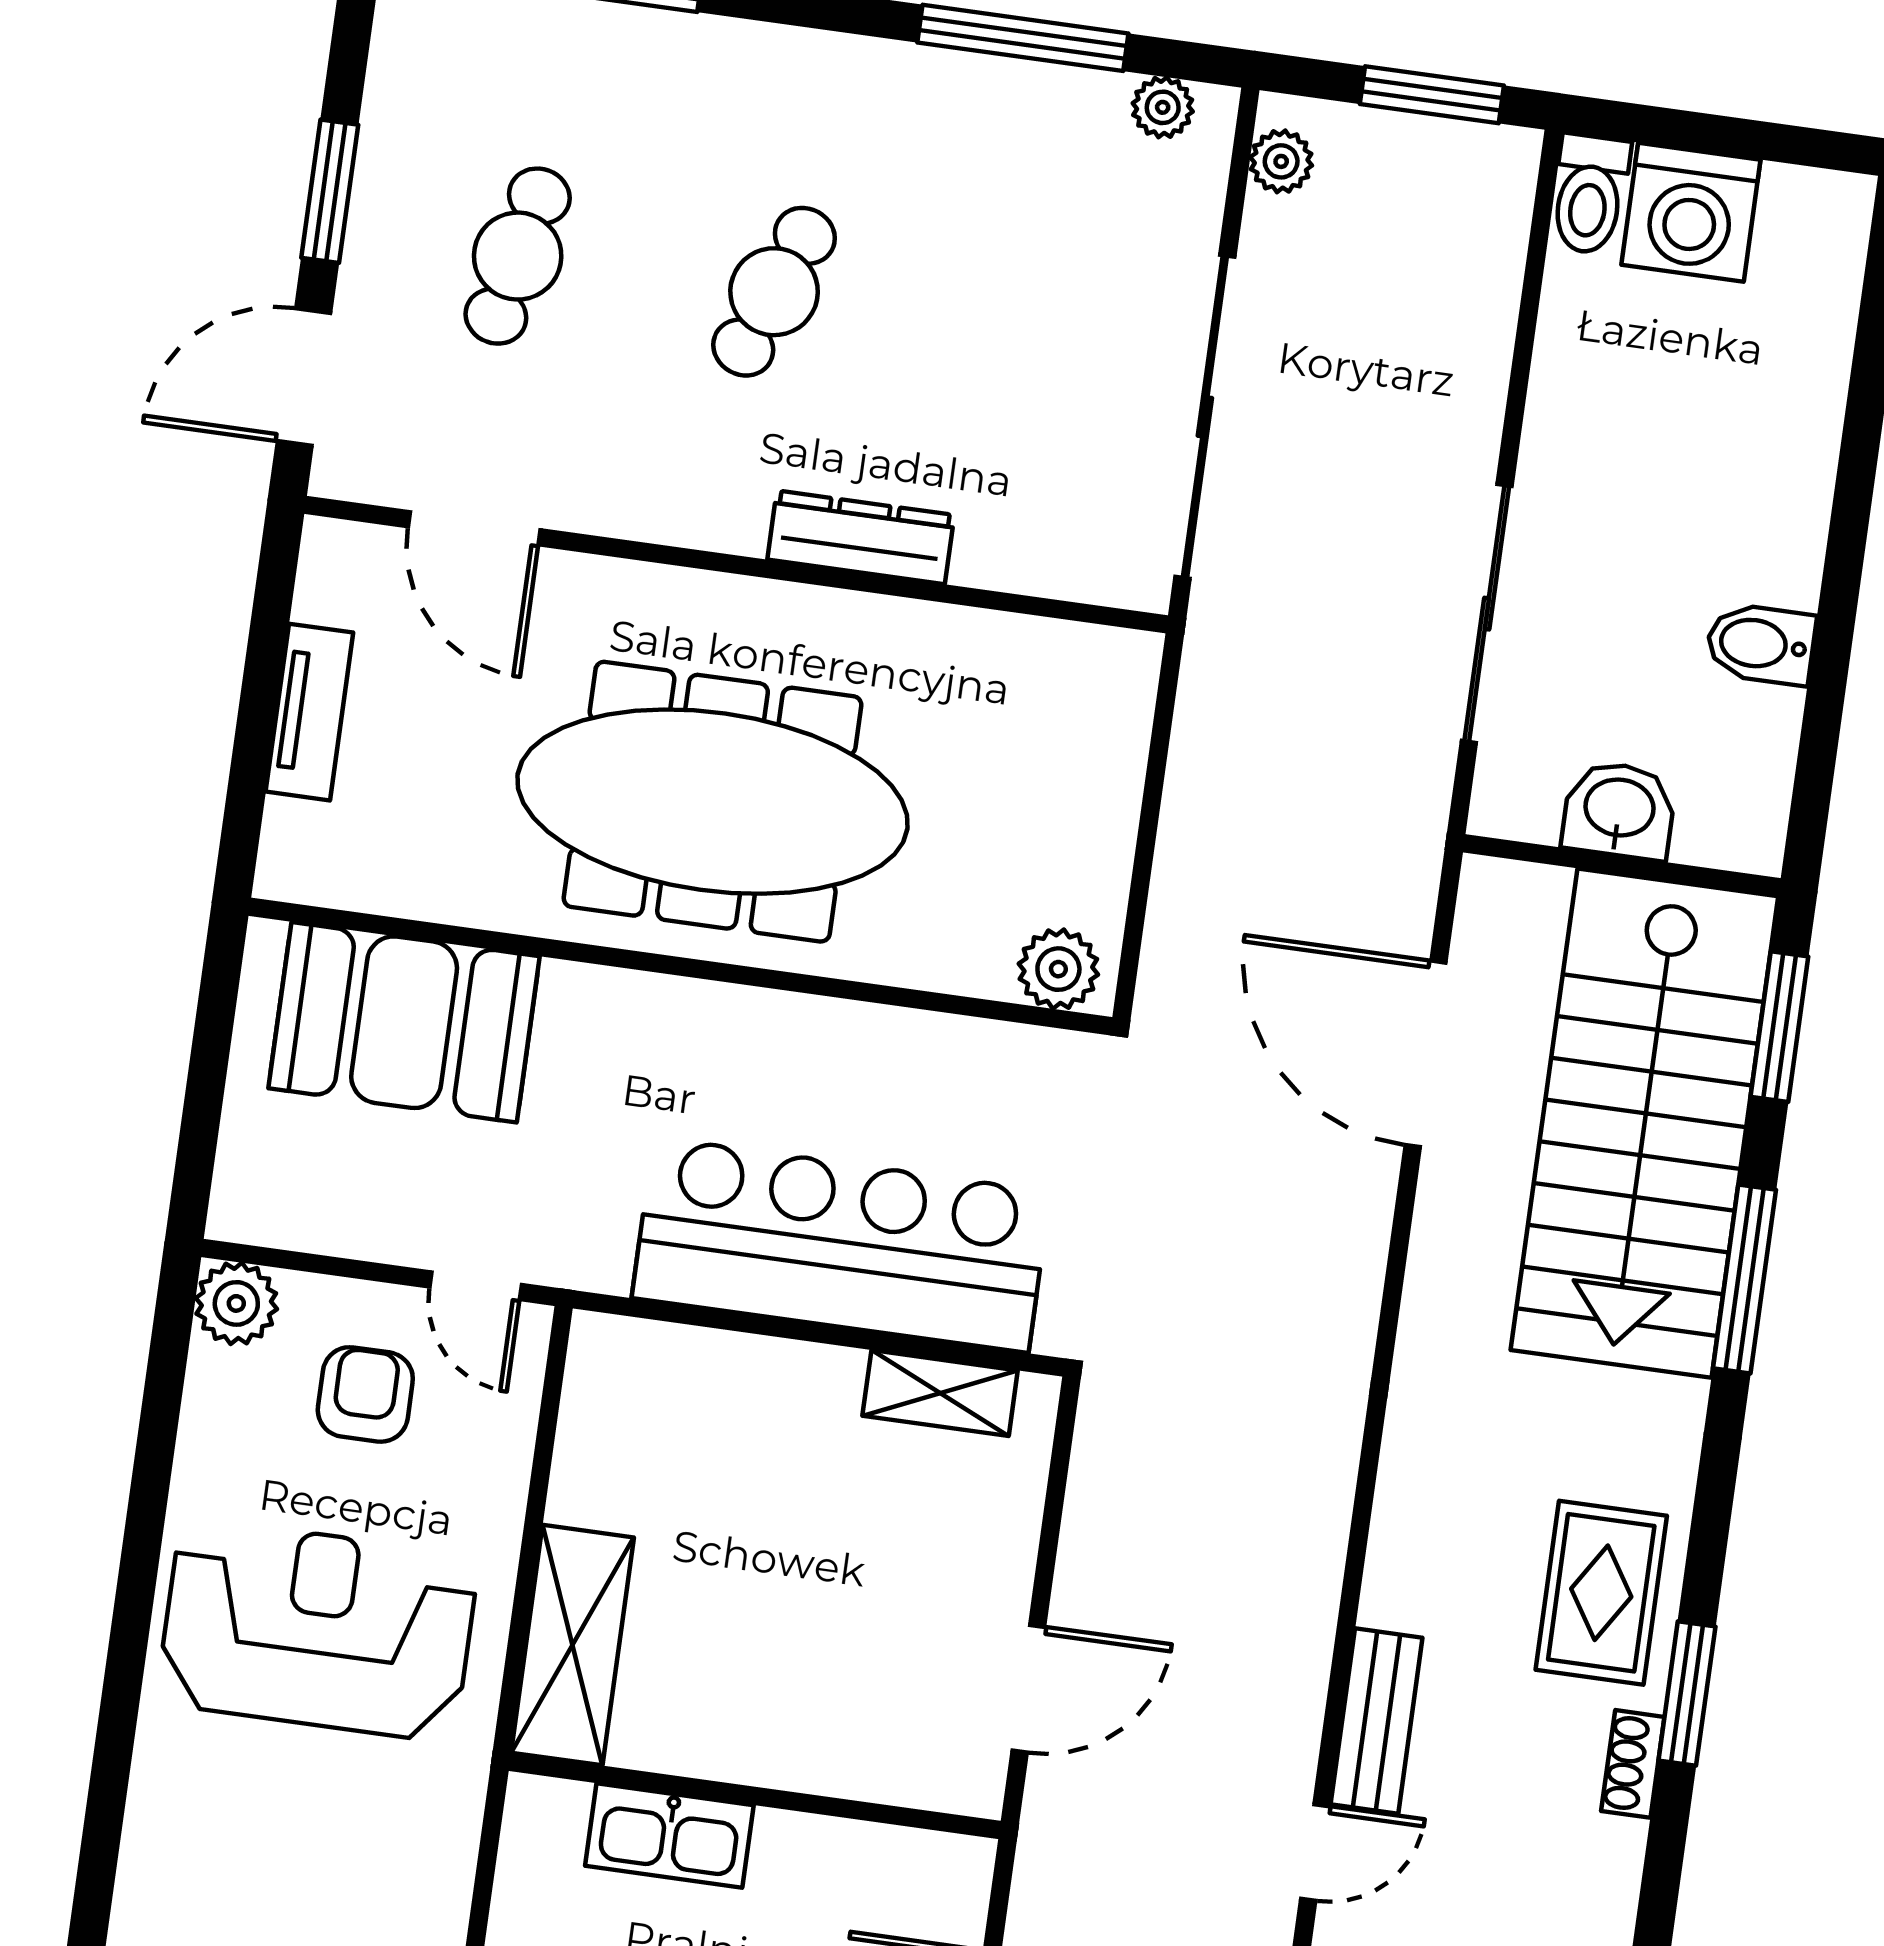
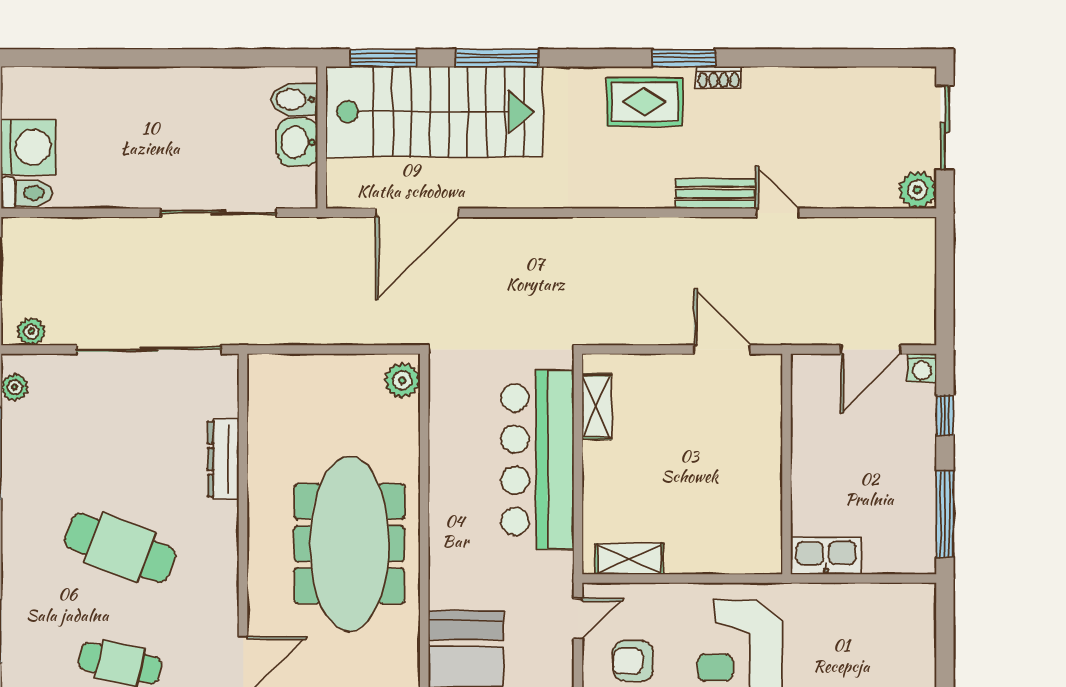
cafe table: (774, 292) -> (120, 548), width x1.37, depth x1.35
dresser: (861, 537) -> (223, 459), moved
bidet: (1761, 644) -> (294, 100), moved, turned 90
shelving: (572, 1645) -> (629, 559), moved, width x0.67, depth x0.75
kitchen sink: (669, 1836) -> (826, 556), moved, turned -90

